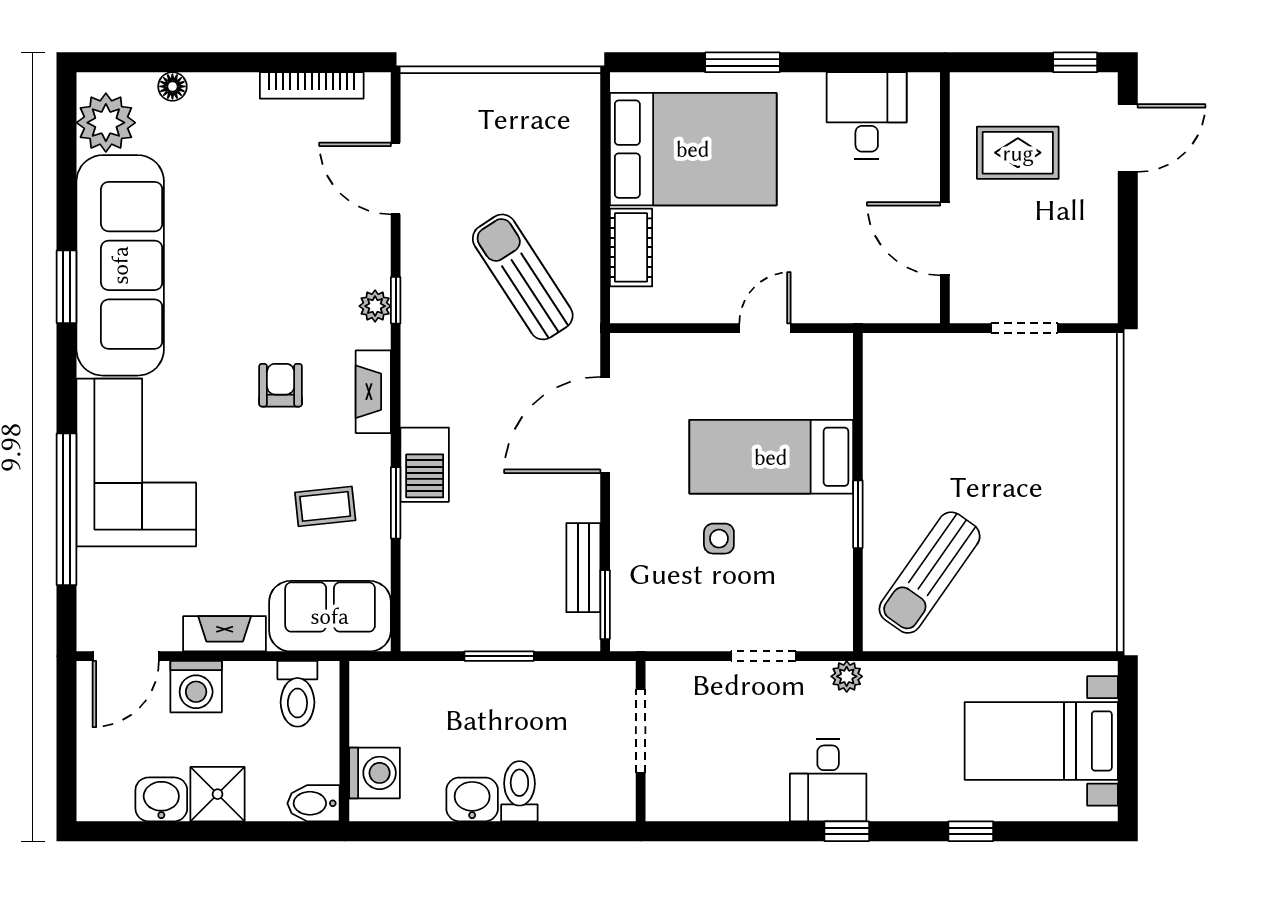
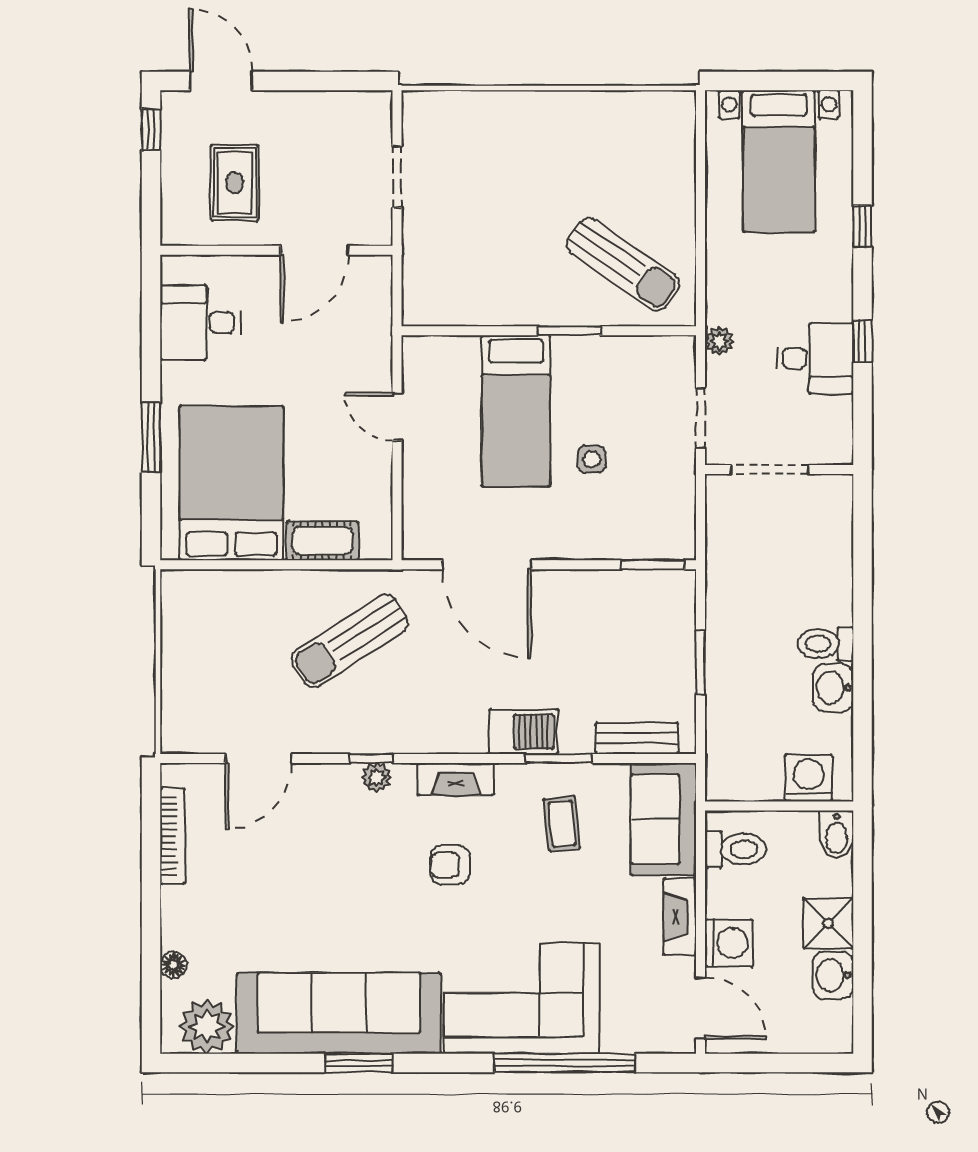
bench: (583, 568) -> (637, 738), moved
doorway: (641, 731) -> (770, 470), moved
wall: (641, 741) -> (779, 470), moved

